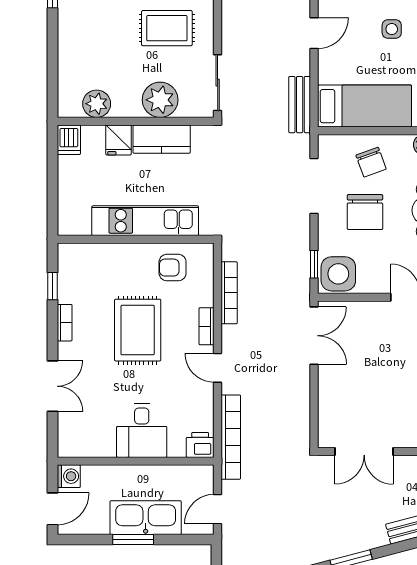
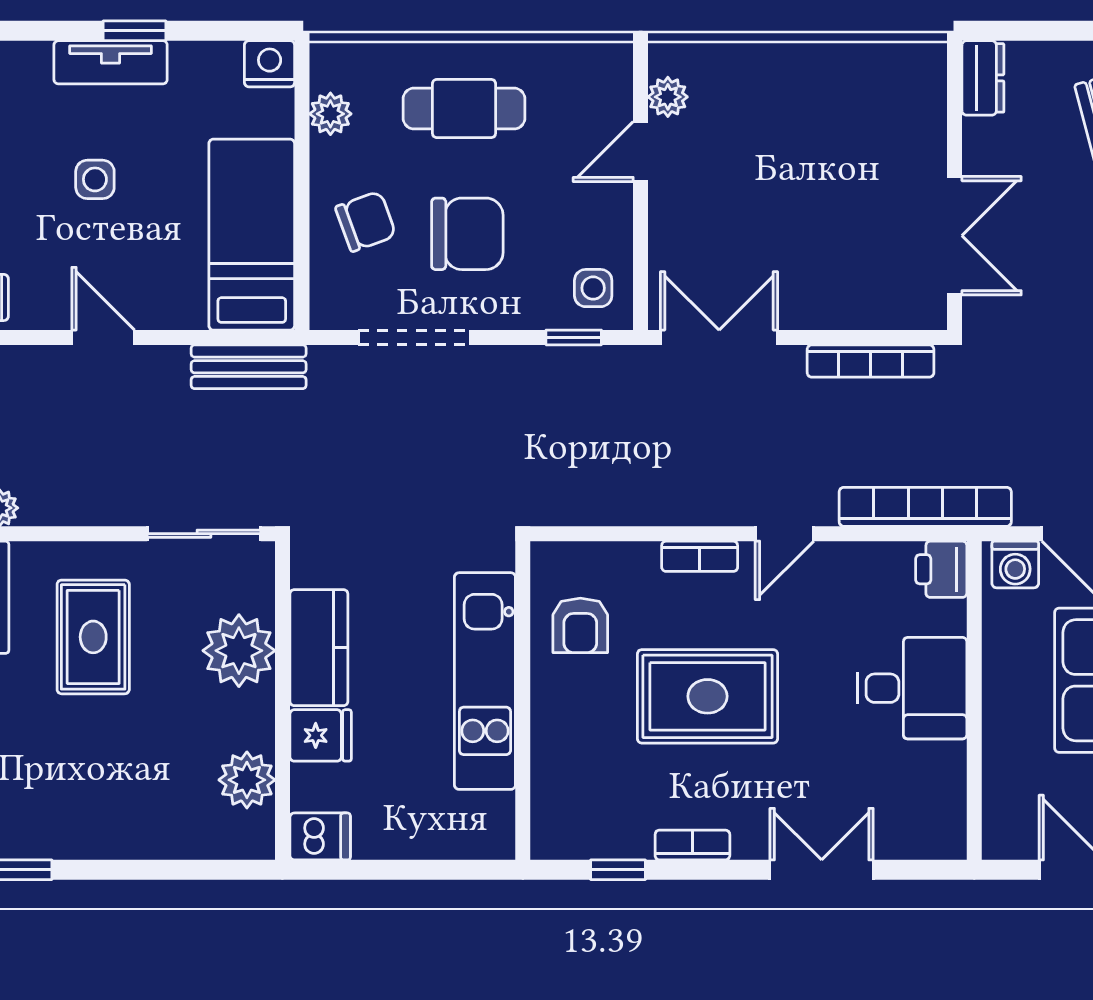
side table: (338, 274) -> (593, 288), width x0.54, depth x0.54
bookcase: (229, 293) -> (871, 361), moved, turned 180
washing machine: (69, 476) -> (1015, 564), moved, turned 180

